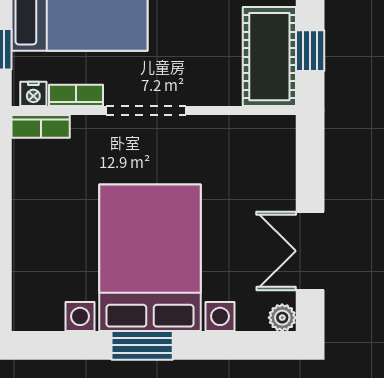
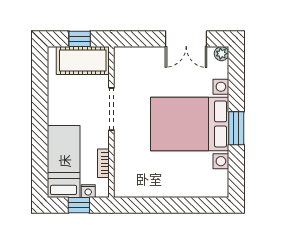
nightstand: (33, 94) -> (88, 191), moved, turned 90
doorway: (146, 110) -> (111, 109), moved
bookcase: (41, 126) -> (120, 182), removed

